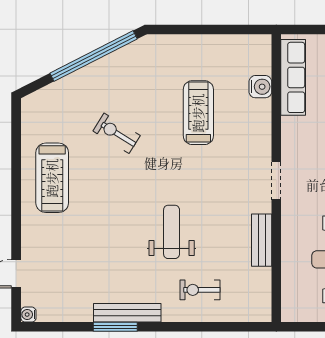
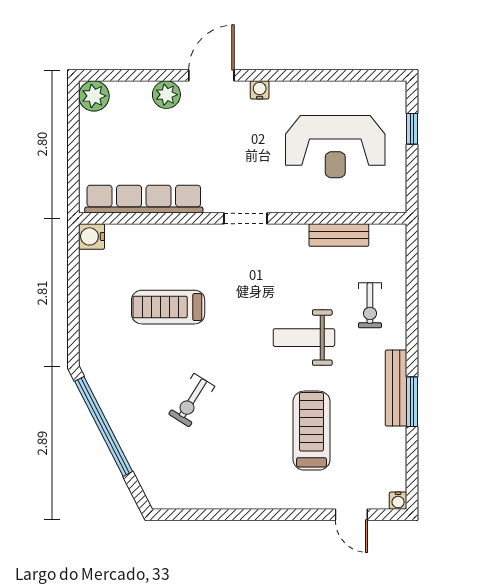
row of seats: (293, 77) -> (144, 199), width x1.36
water cooler: (260, 87) -> (92, 236), moved, turned -90
treadmill: (52, 178) -> (312, 431), moved, turned -90
bench: (262, 240) -> (339, 235), moved

